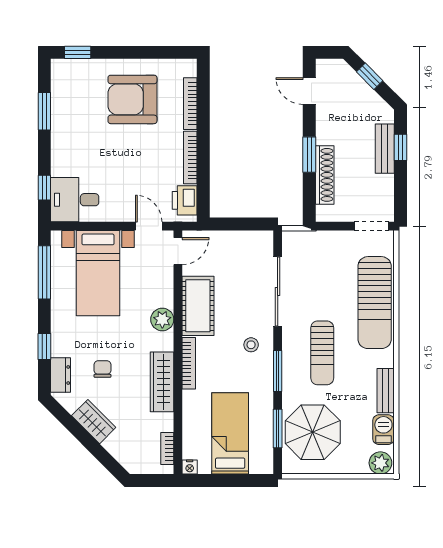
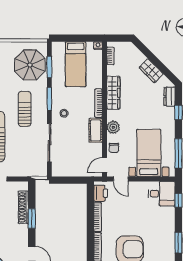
cot: (198, 306) -> (96, 130), width x0.73, depth x0.75
chair: (102, 369) -> (114, 148), moved

